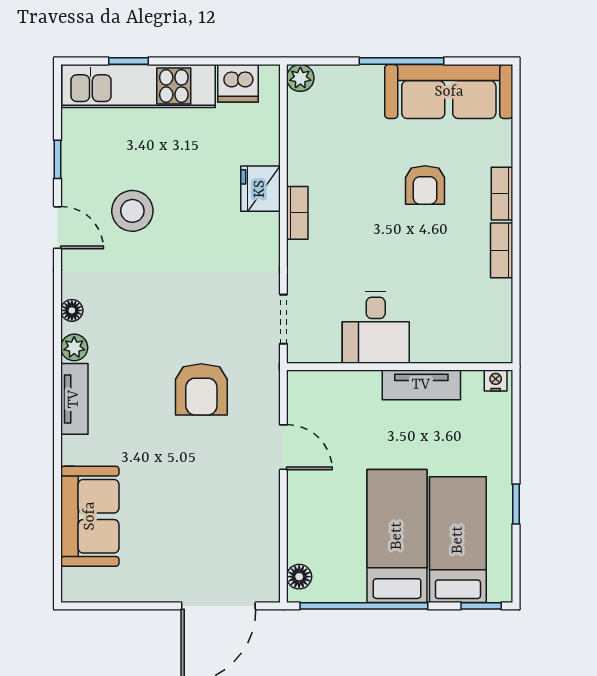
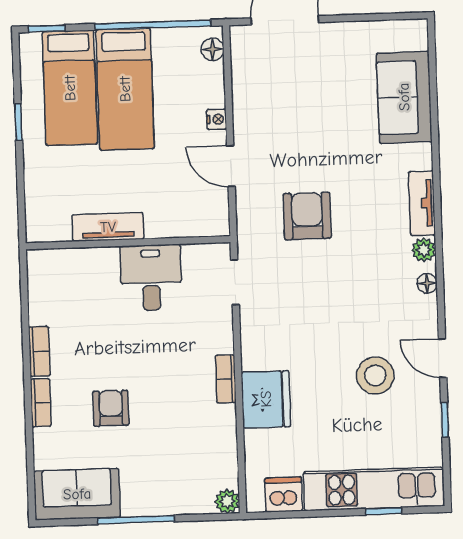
sofa: (449, 92) -> (77, 494), width x0.73
fridge: (260, 189) -> (266, 399), width x1.36, depth x1.34
nightstand: (496, 381) -> (217, 119), moved, turned -90

